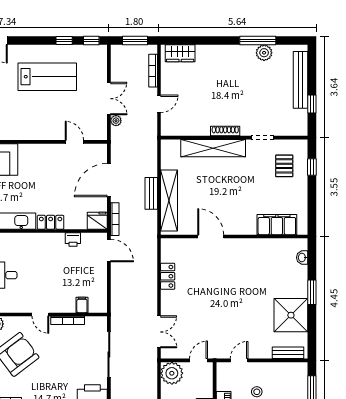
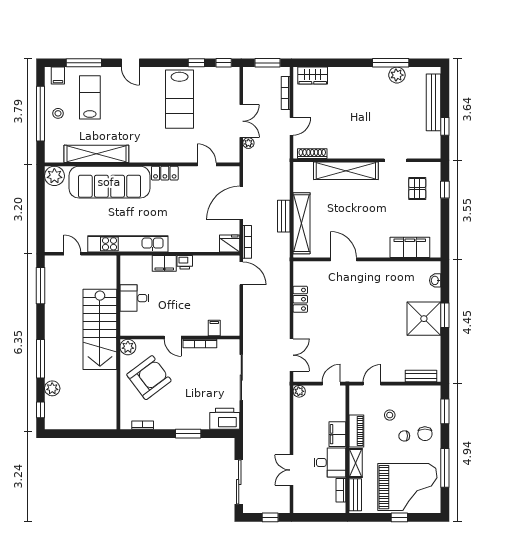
lab bench: (47, 77) -> (180, 99), turned 90
shoe rack: (225, 131) -> (312, 154), moved
locker: (51, 222) -> (165, 173), moved, turned 180
printer: (73, 239) -> (185, 262), moved
filing cabinet: (32, 241) -> (164, 263), added
shower: (291, 315) -> (424, 319), moved
plant: (172, 373) -> (299, 391), width x0.53, depth x0.53

